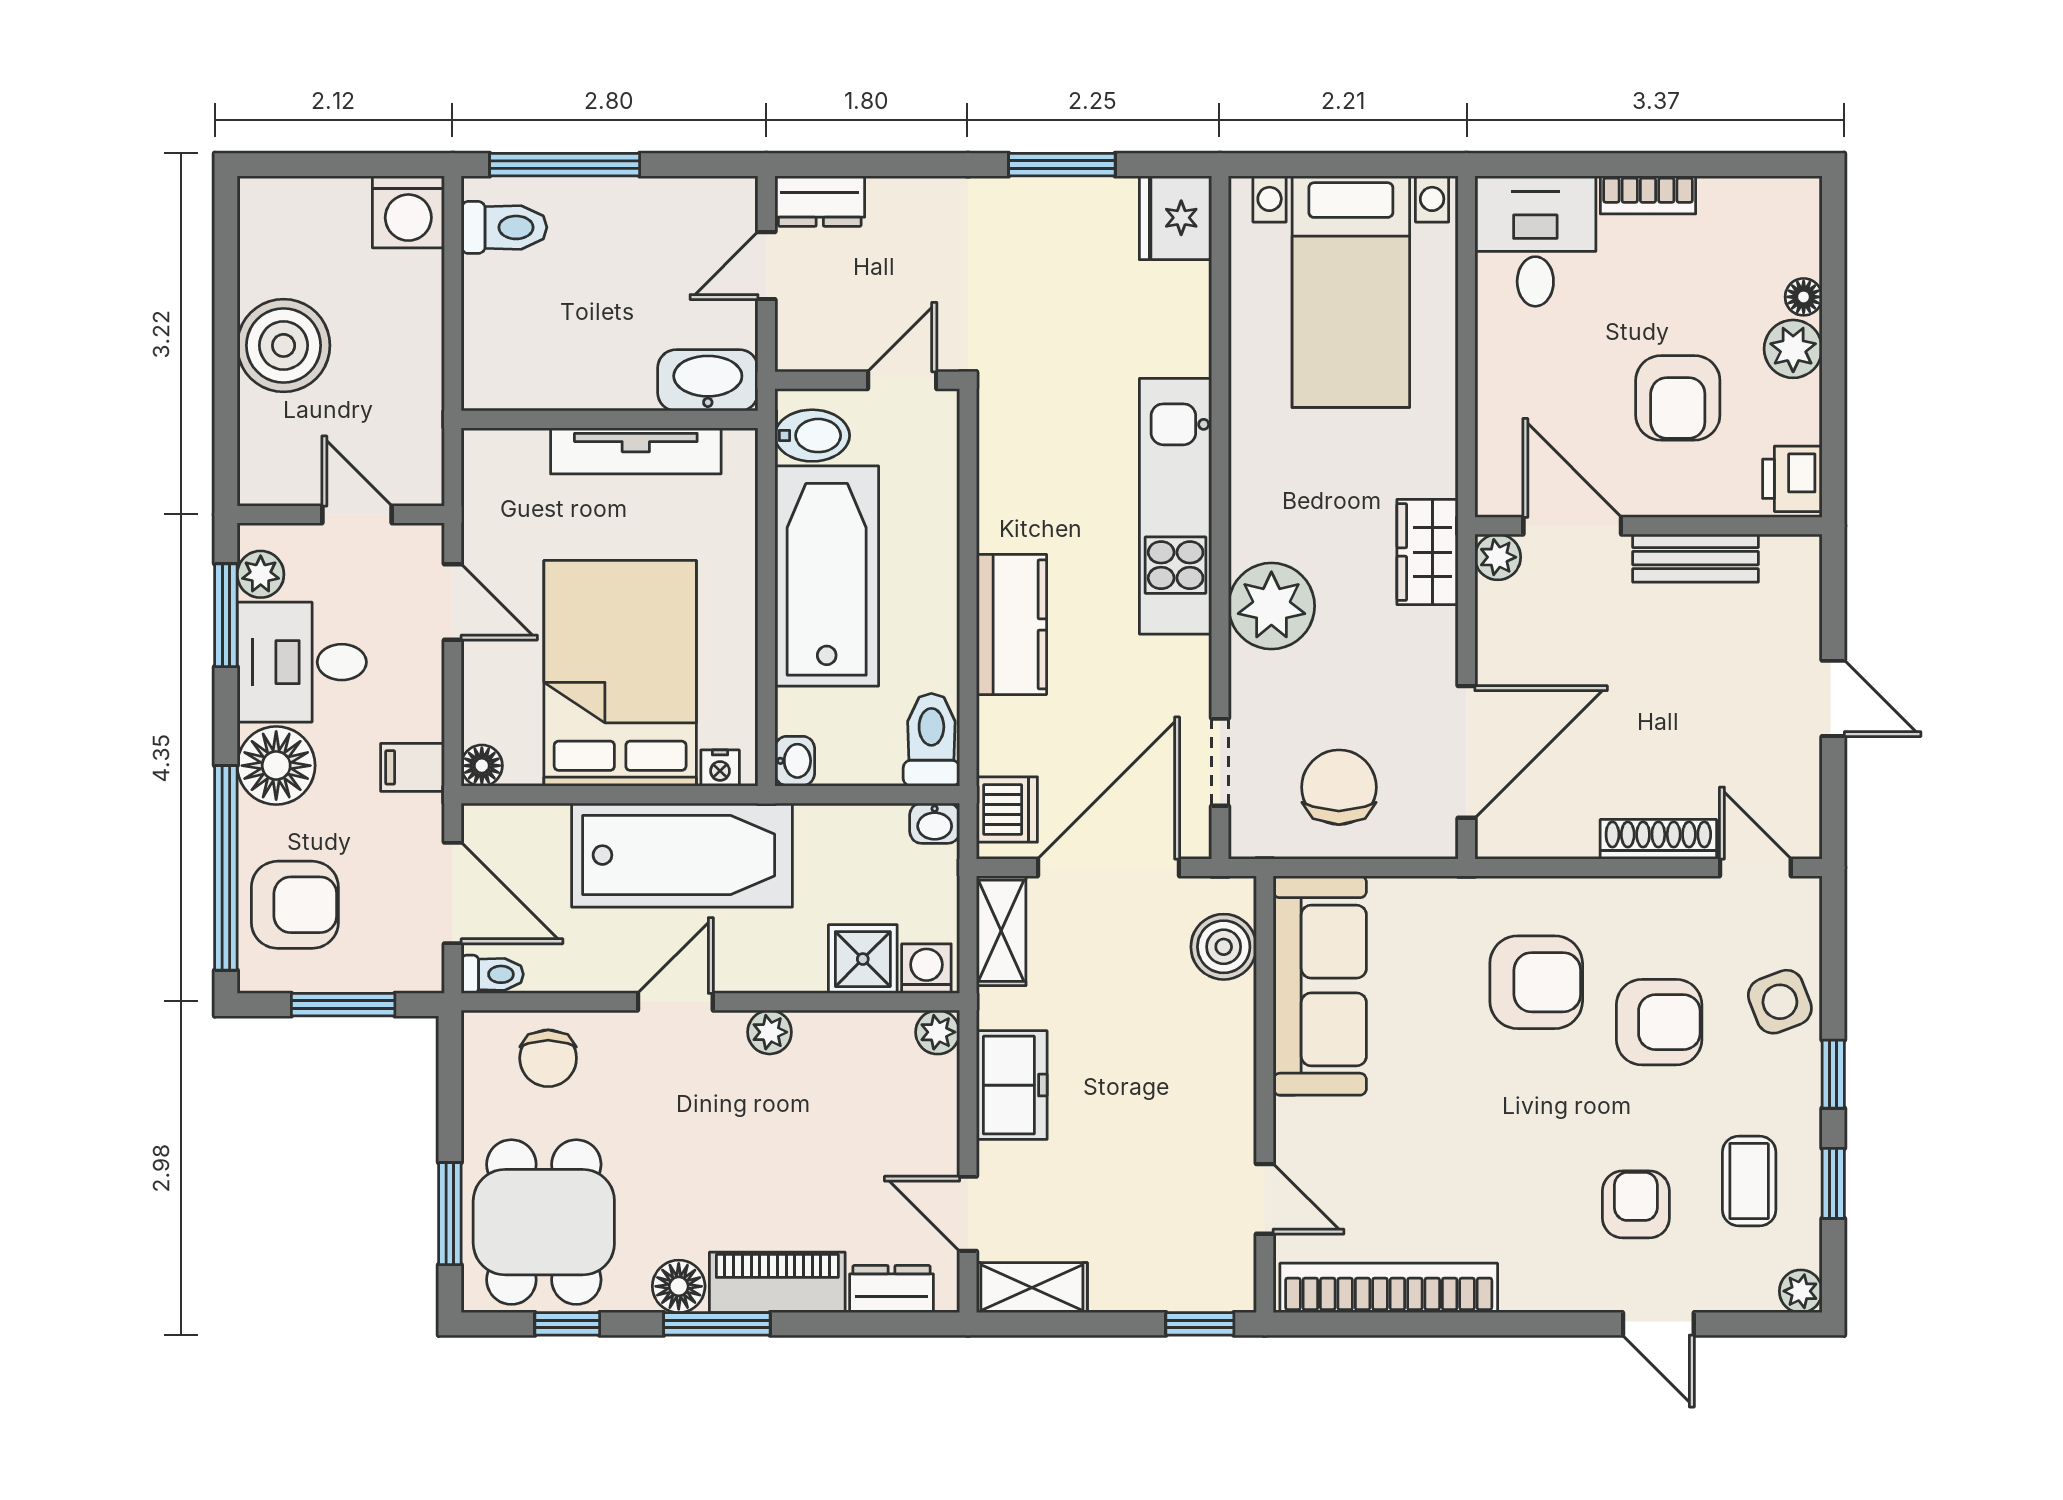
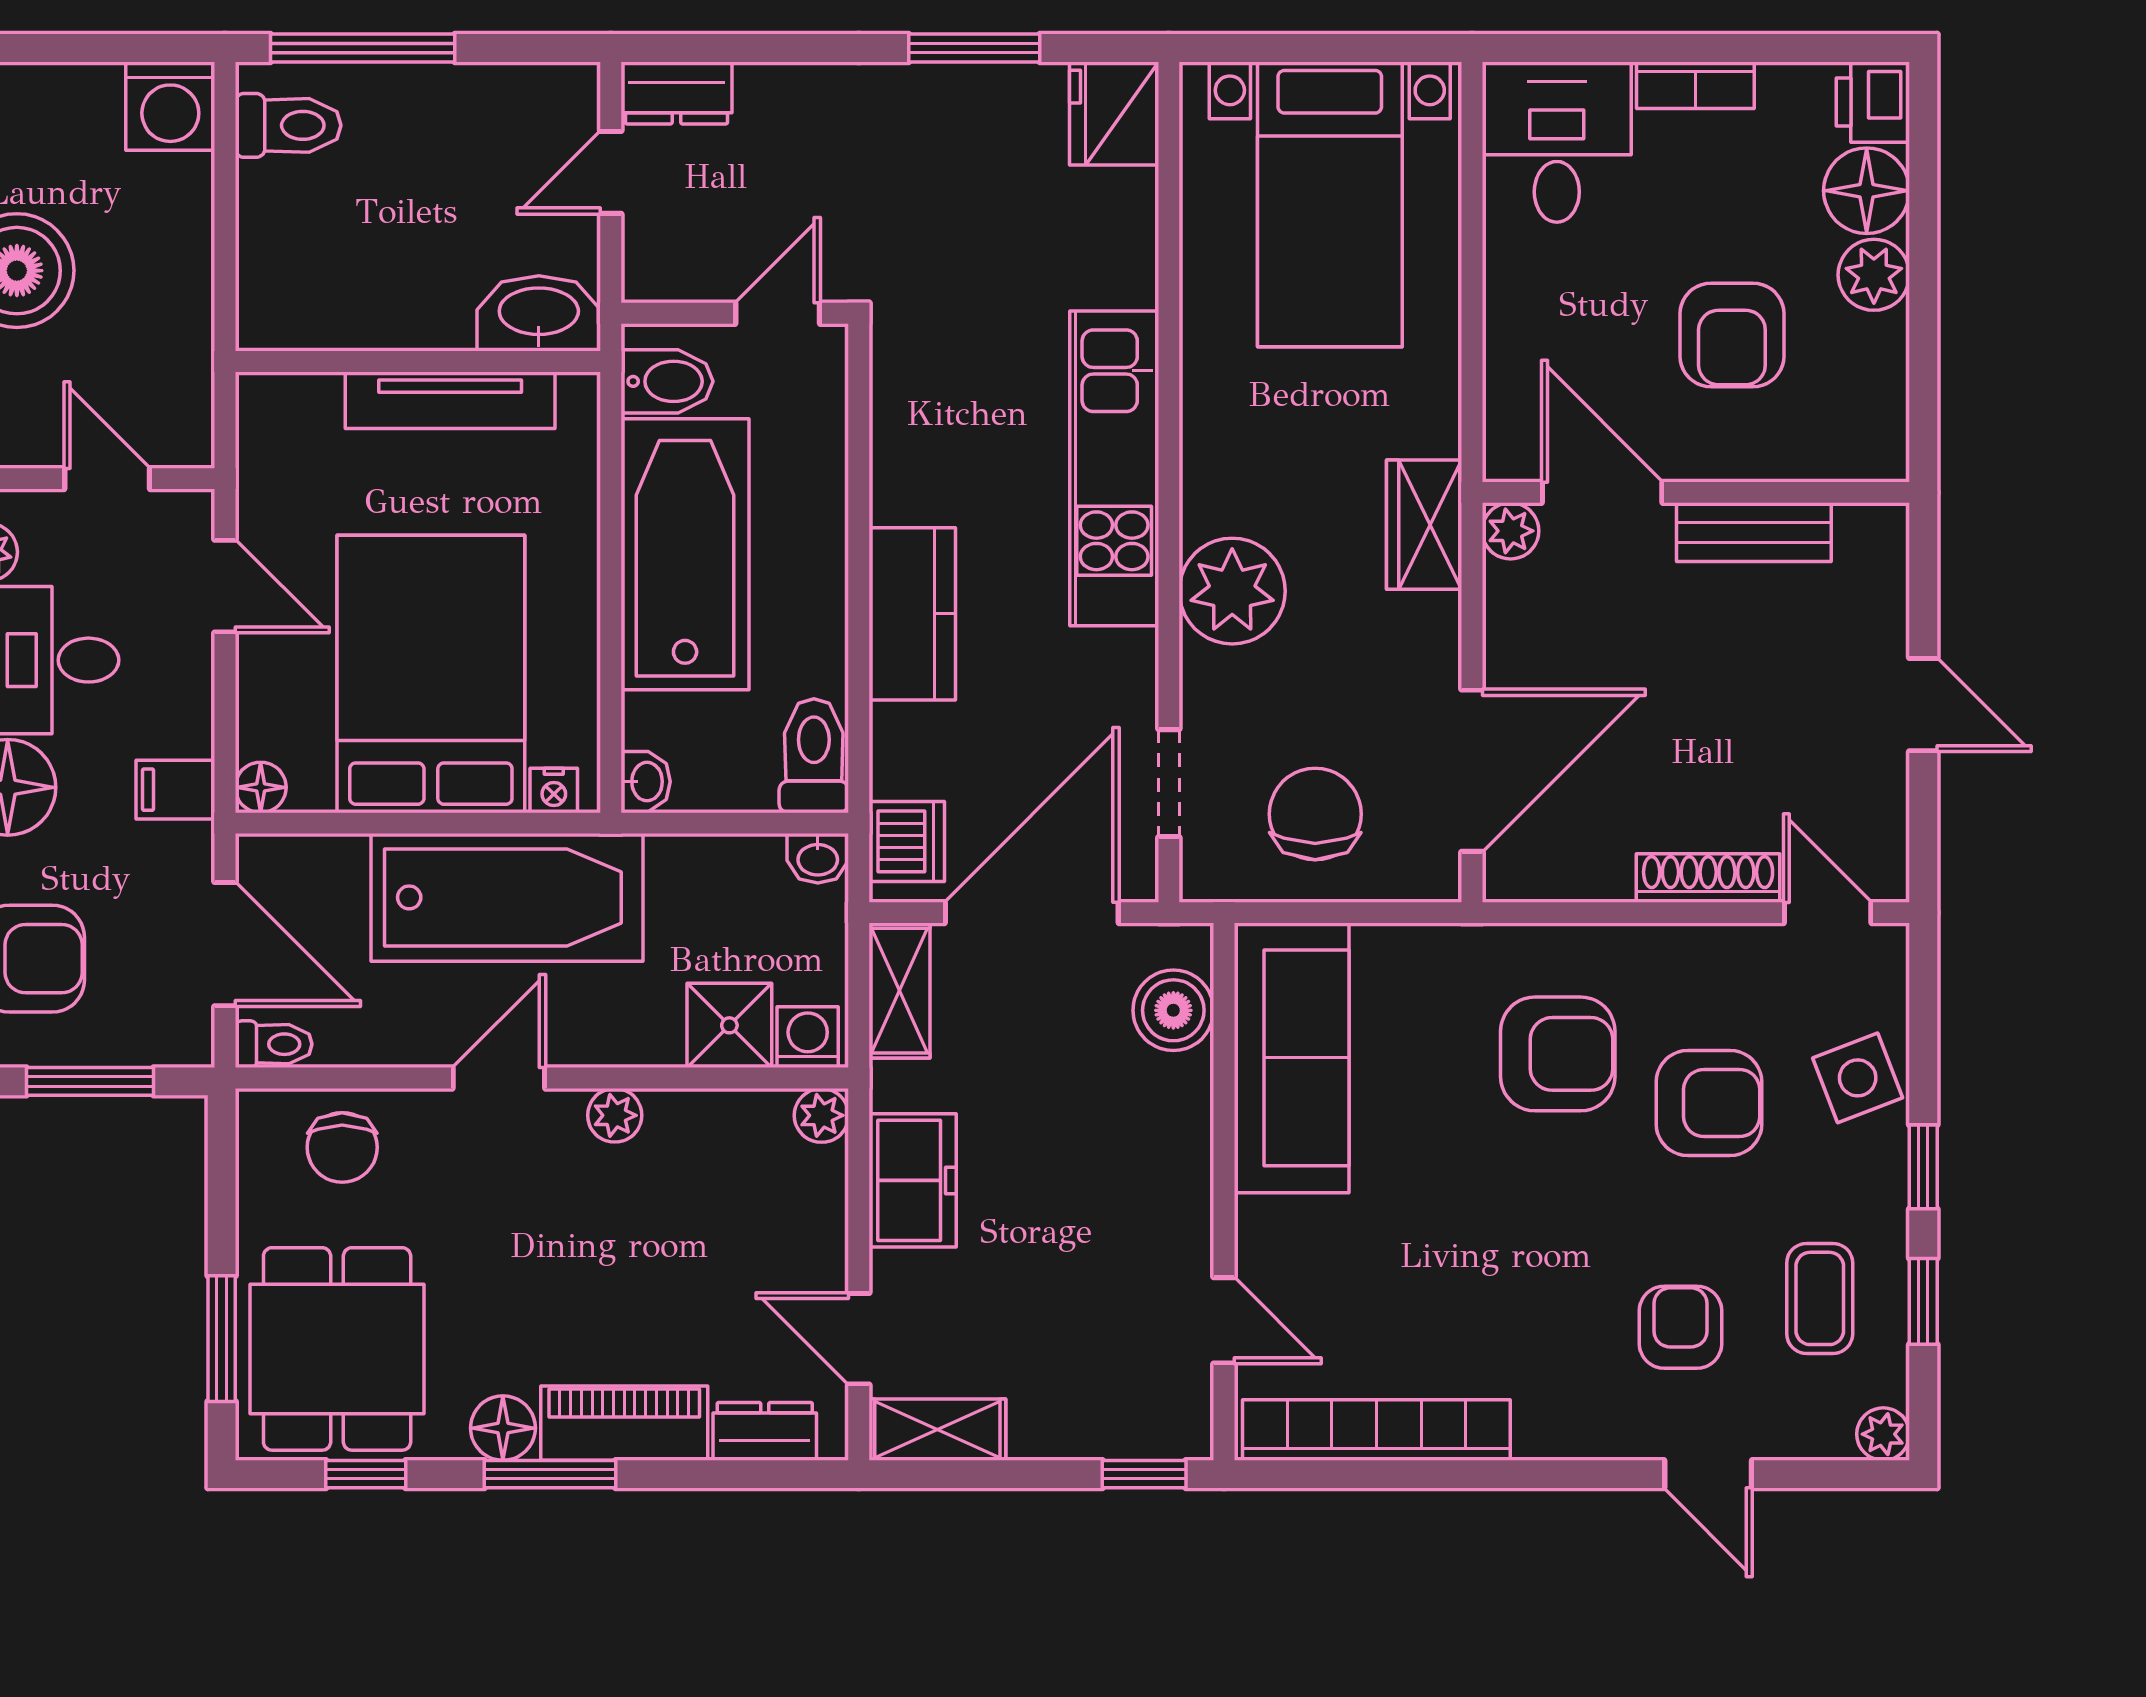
floor lamp: (1804, 297) -> (1867, 191), width x1.89, depth x1.89
printer: (1792, 479) -> (1873, 102), moved

